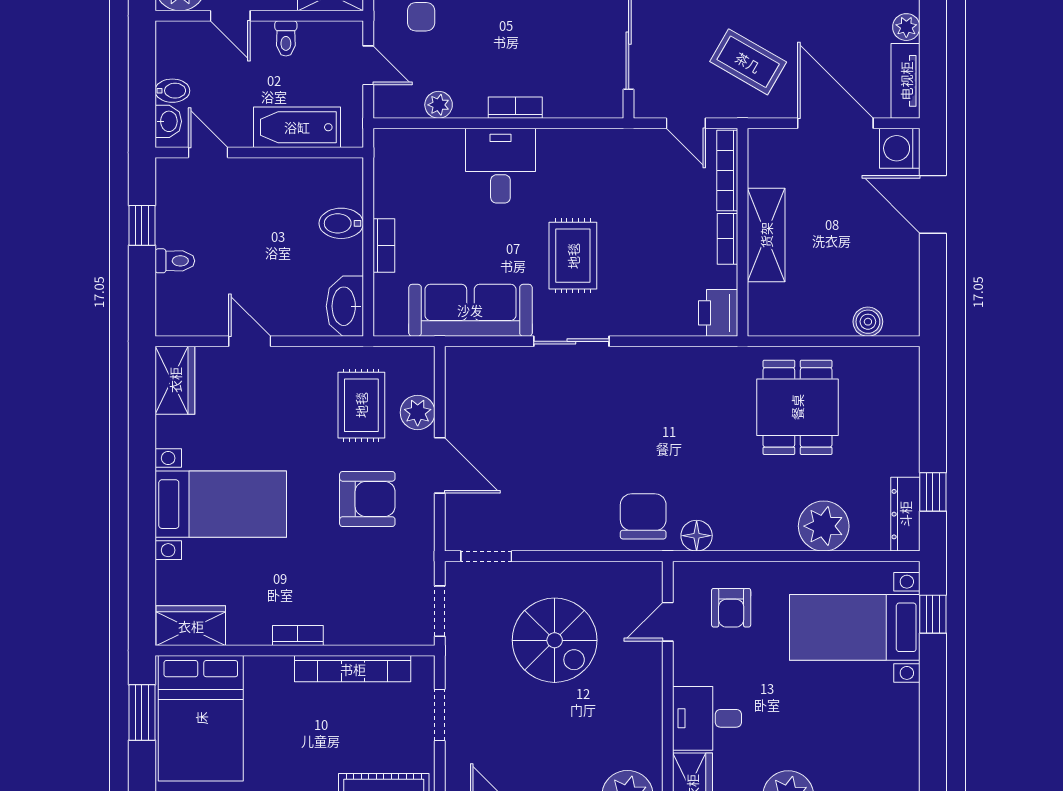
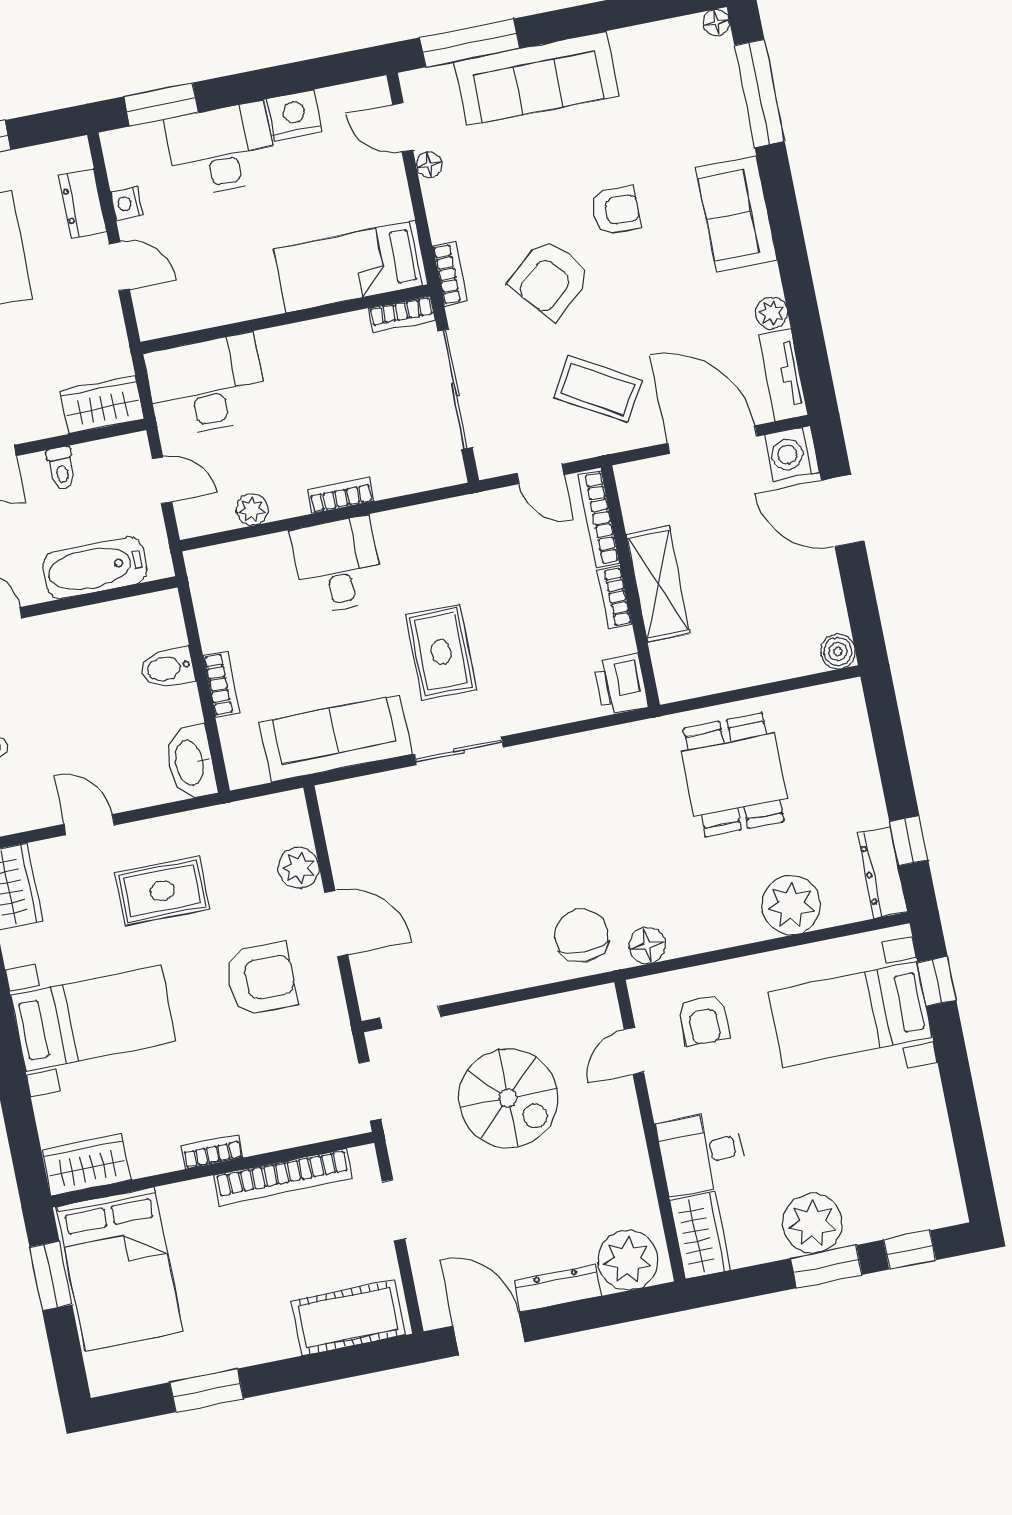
boiler: (868, 322) -> (838, 652), moved
rug: (361, 405) -> (162, 891), moved, turned 90

